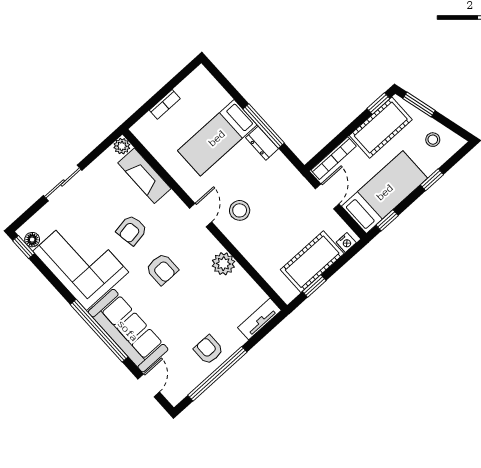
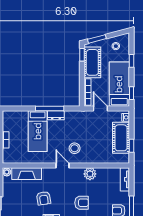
armchair: (162, 269) -> (82, 203), moved

